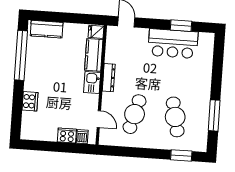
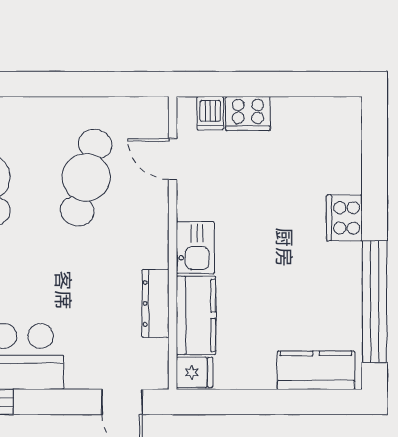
dresser: (109, 78) -> (156, 303), moved
cooker: (30, 101) -> (344, 218), moved

